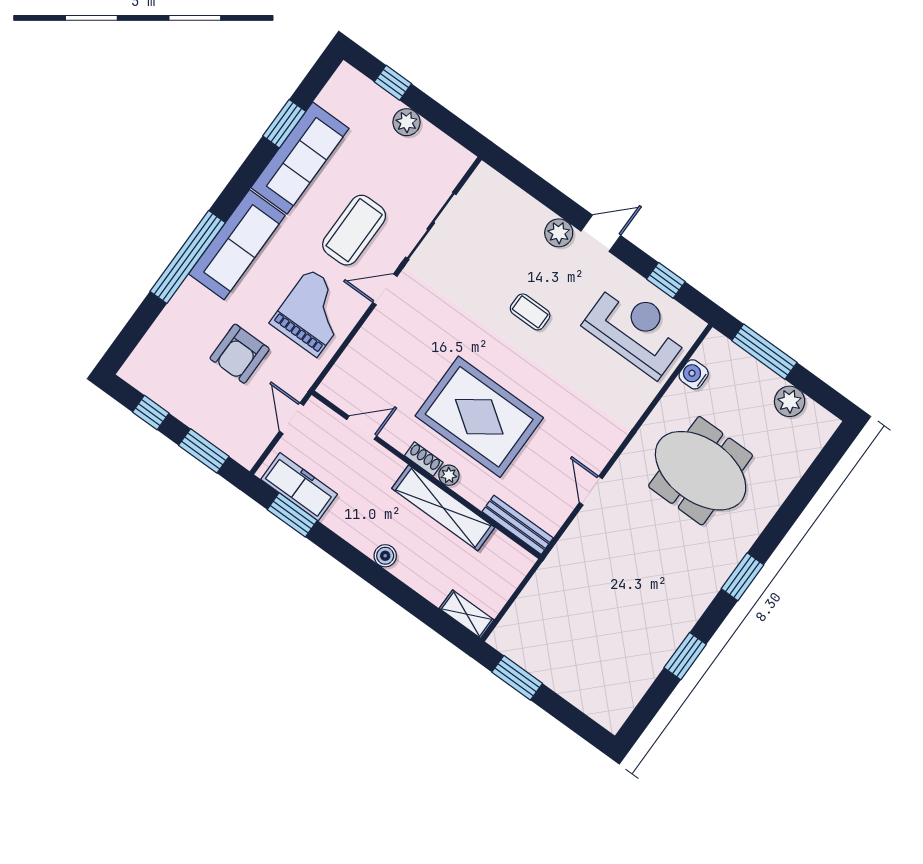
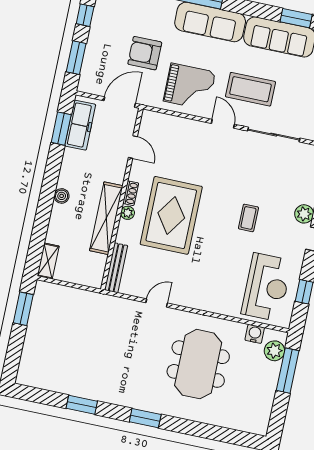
plant: (790, 401) -> (274, 351), moved
door: (292, 418) -> (120, 102), width x1.38

